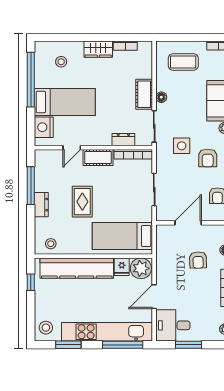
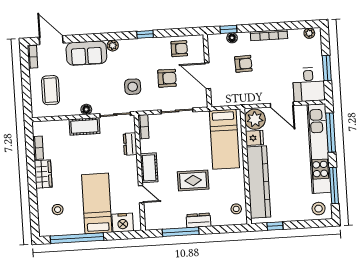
bookcase: (133, 154) -> (143, 127), width x0.64
armchair: (208, 158) -> (167, 78), moved
window: (68, 345) -> (334, 186), width x1.44

